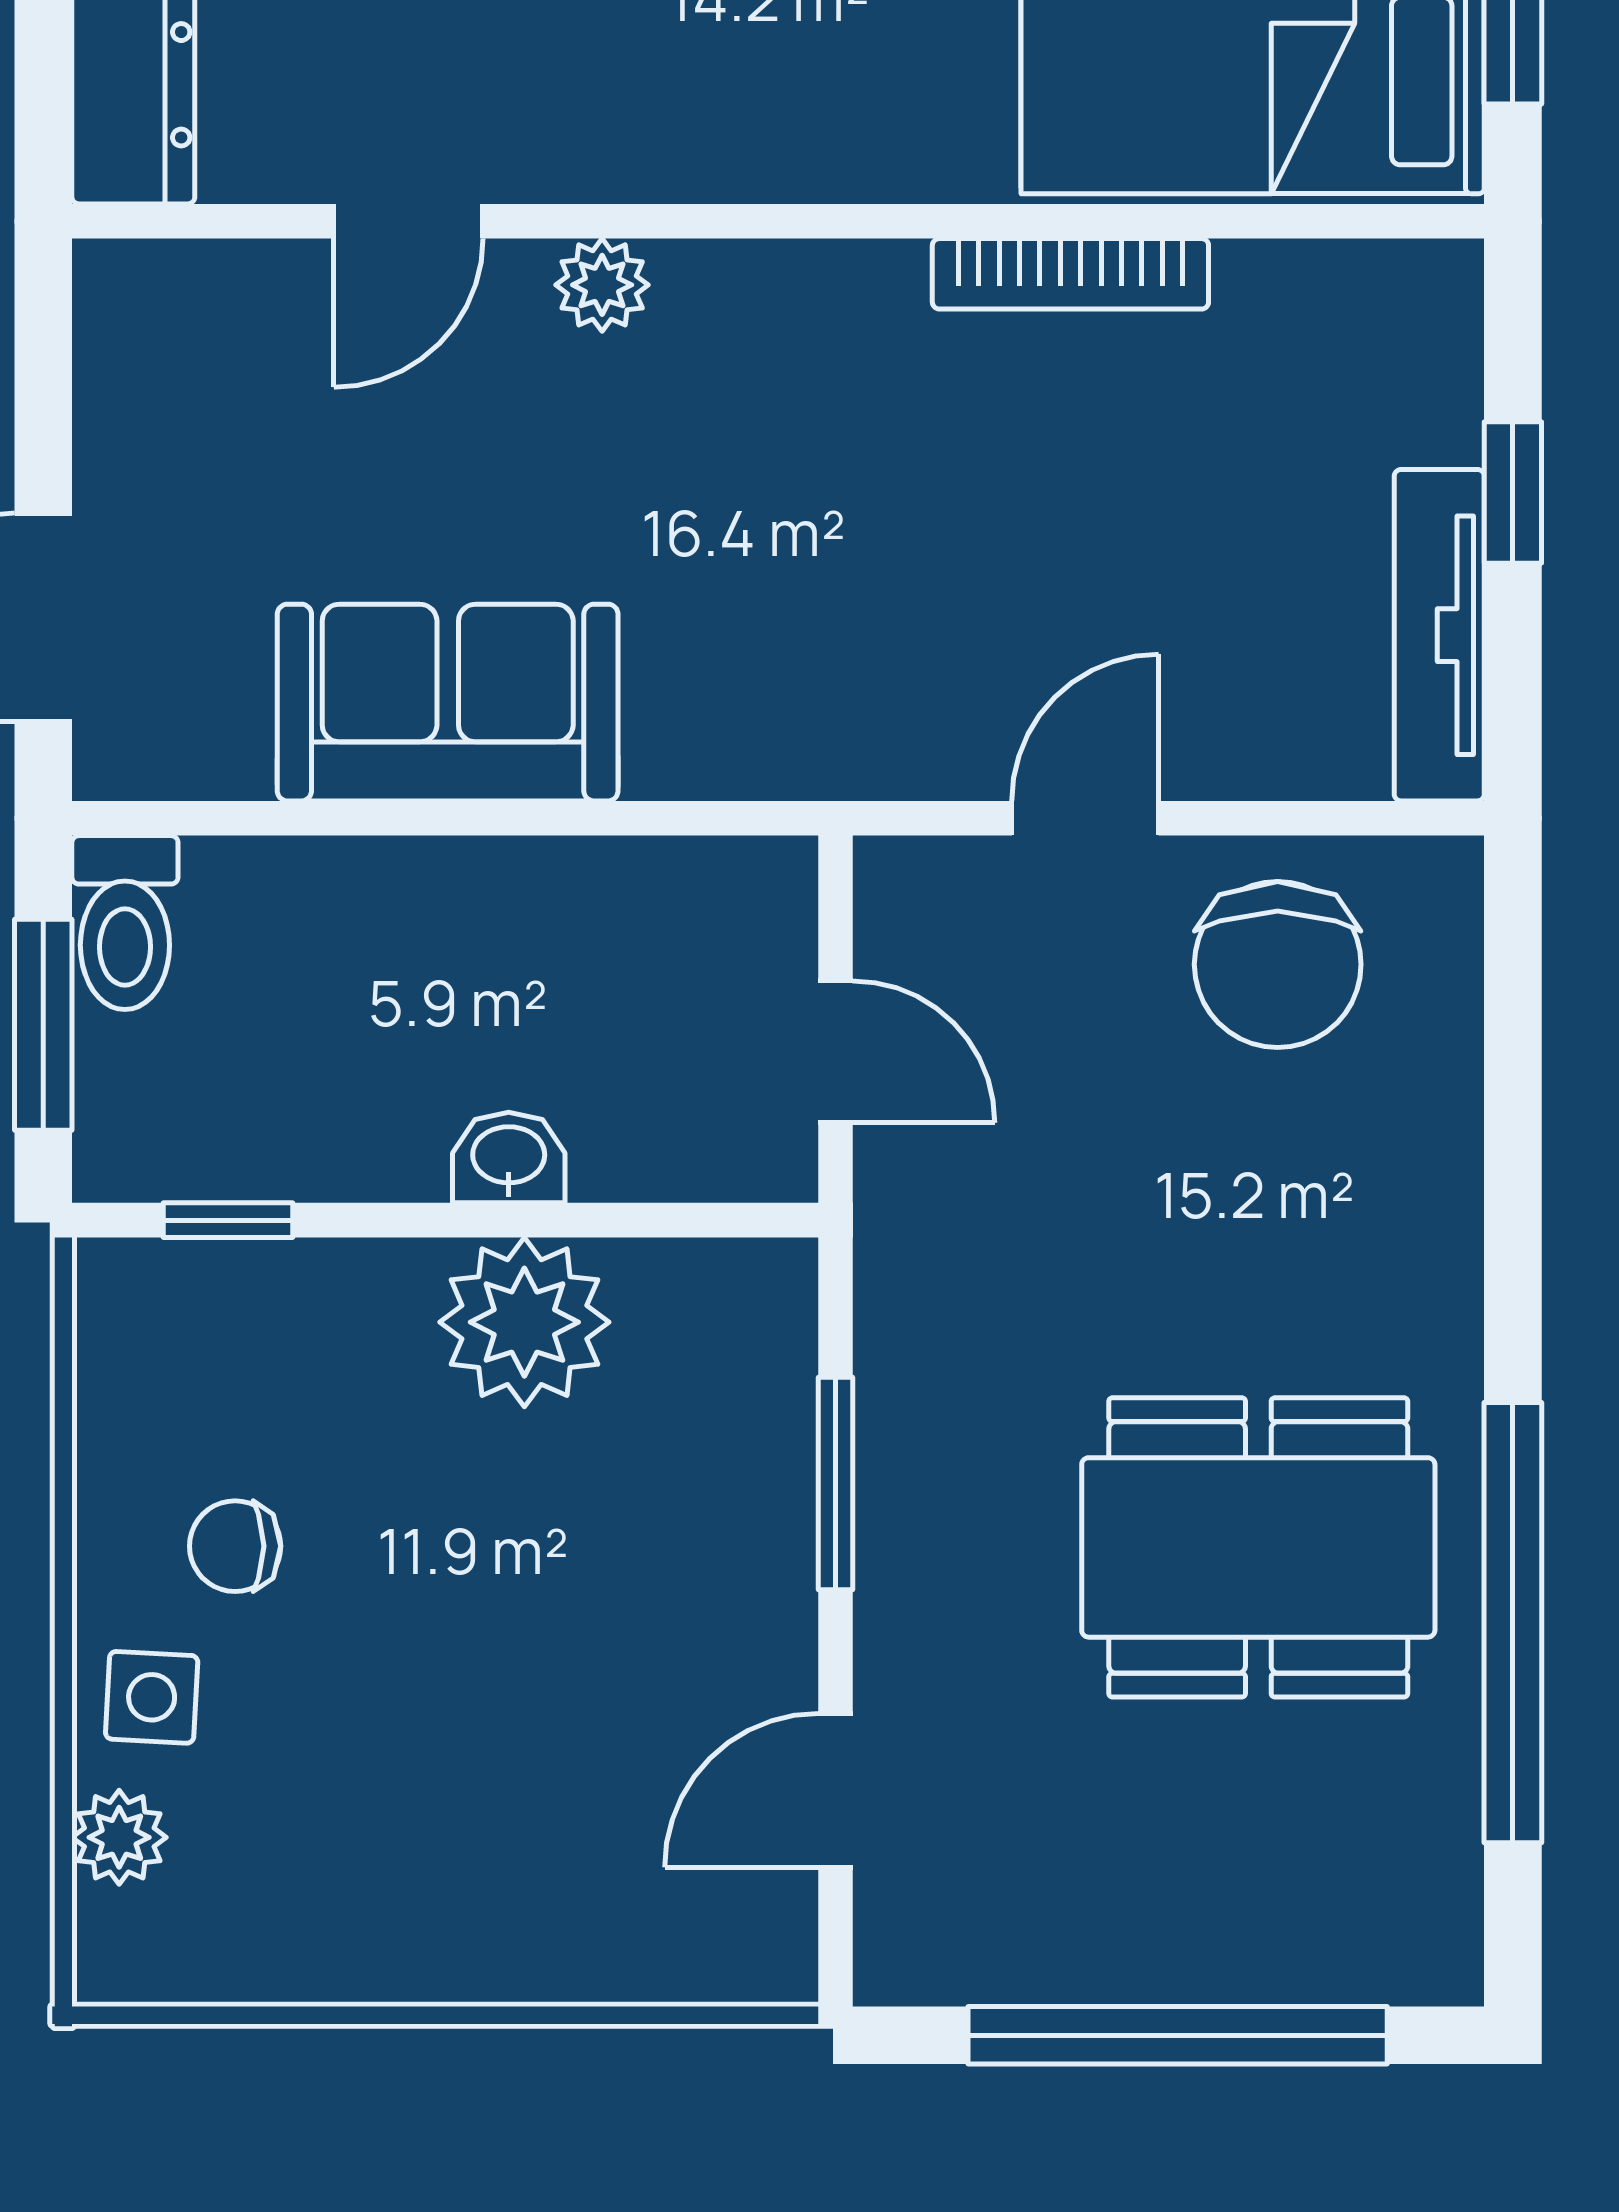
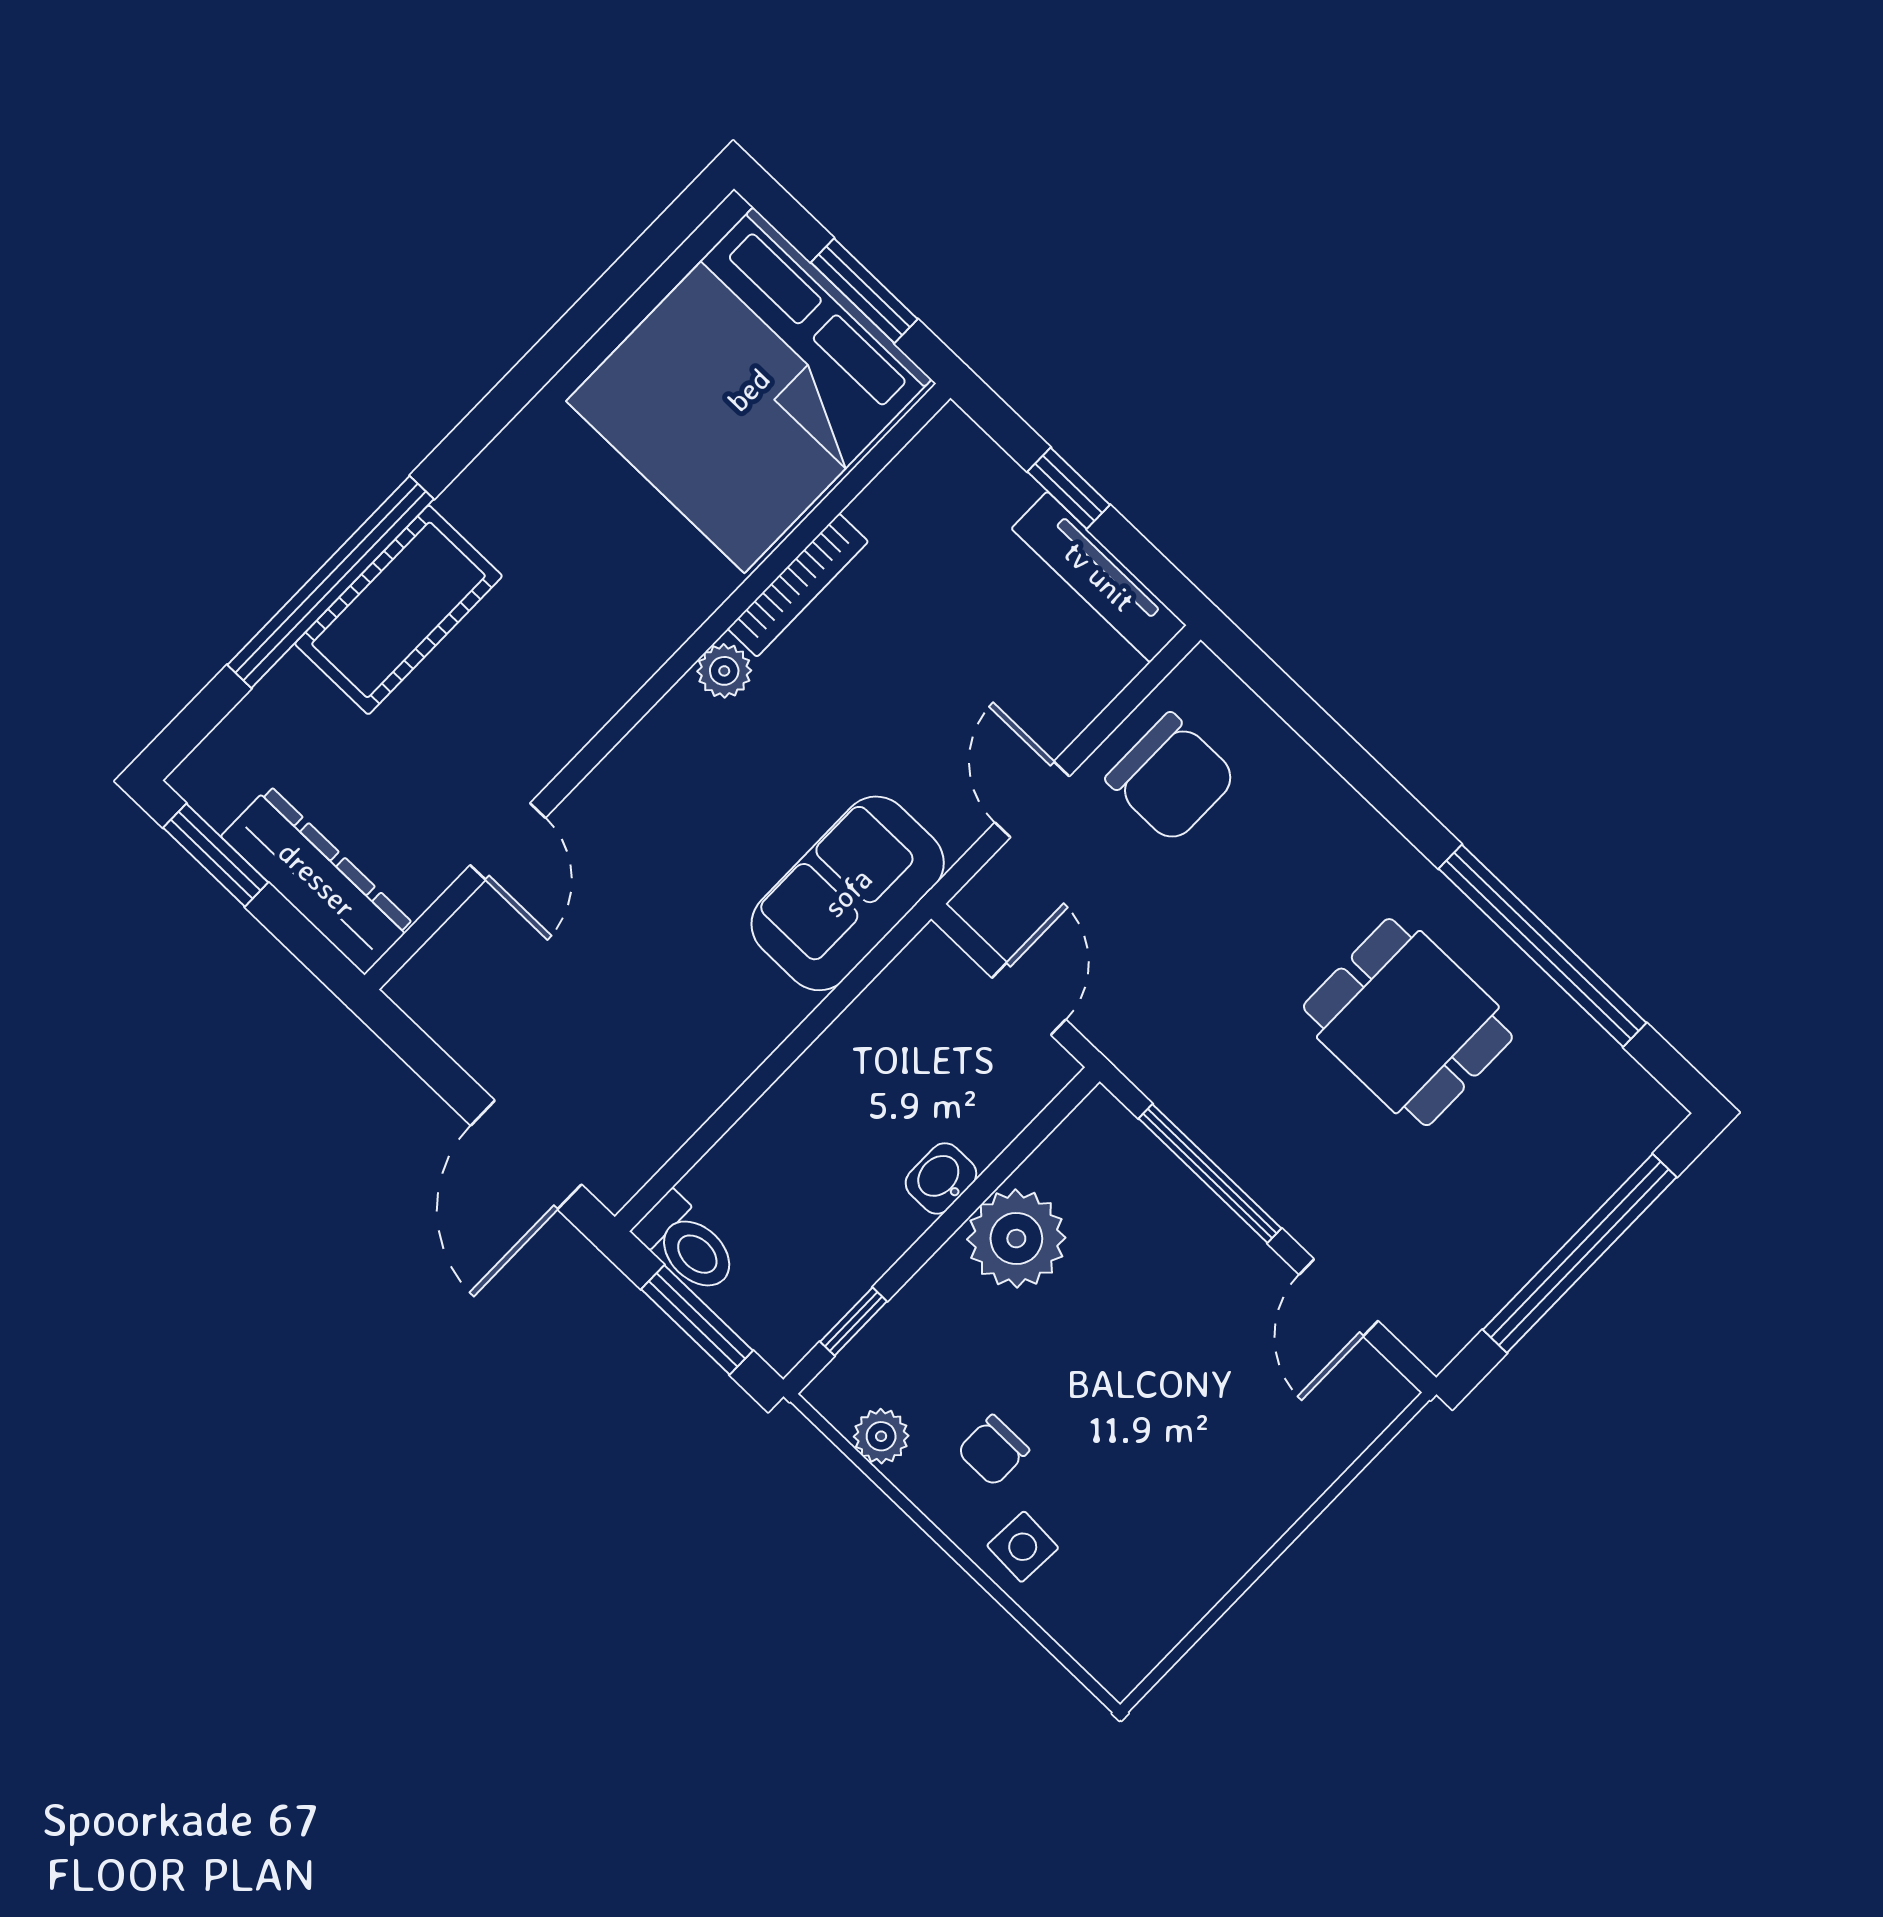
plant: (602, 285) -> (724, 671), moved
sofa: (448, 703) -> (848, 893), moved
door: (836, 1052) -> (1029, 999), hinge flipped
window: (836, 1484) -> (1210, 1173), width x1.44
dining table: (1258, 1547) -> (1408, 1022), width x0.73
plant: (119, 1837) -> (881, 1436), moved

